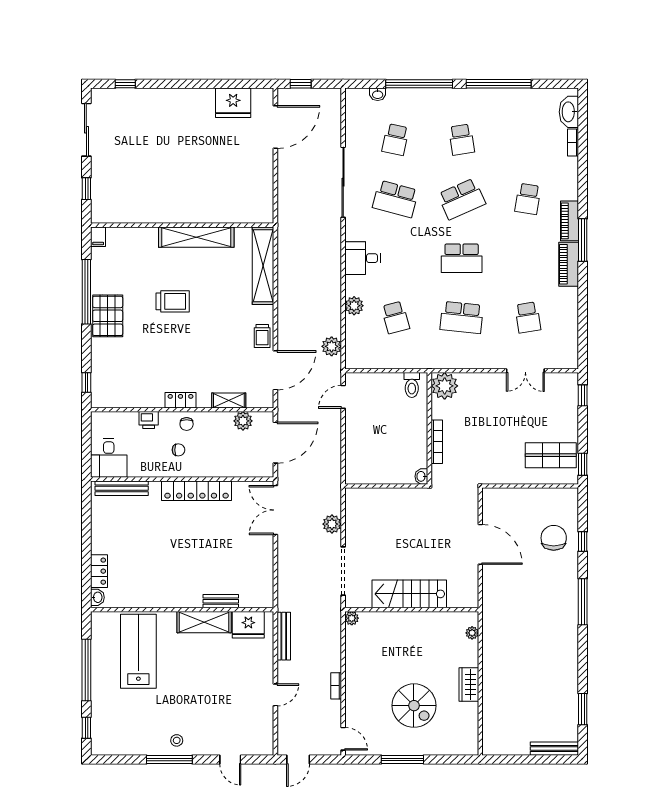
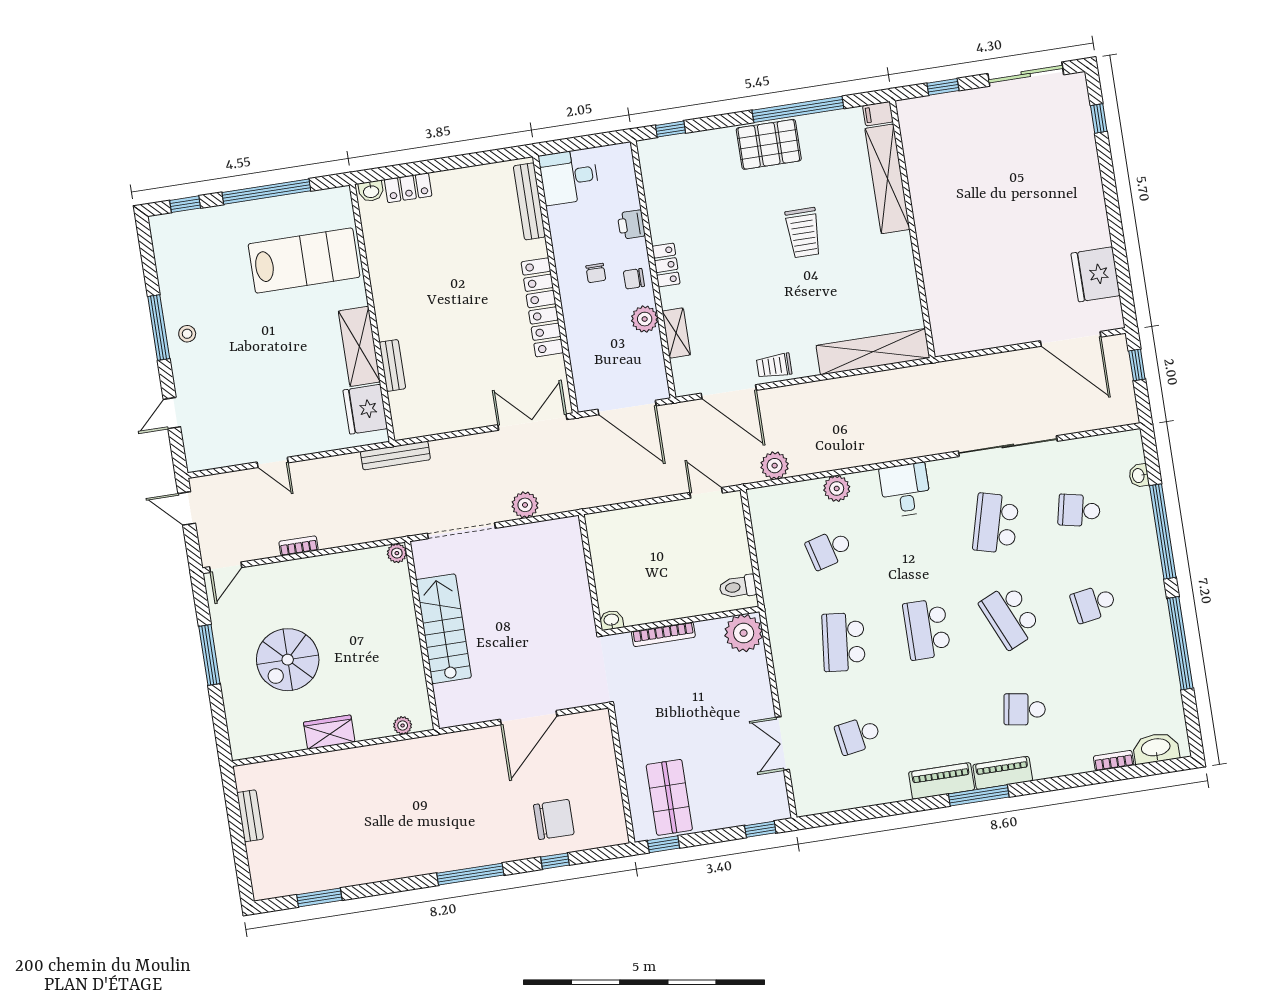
shelving: (196, 237) -> (887, 179), moved
plant: (243, 421) -> (645, 319), moved
bench: (284, 636) -> (395, 456), moved
bench: (554, 749) -> (250, 816), moved, width x0.73

